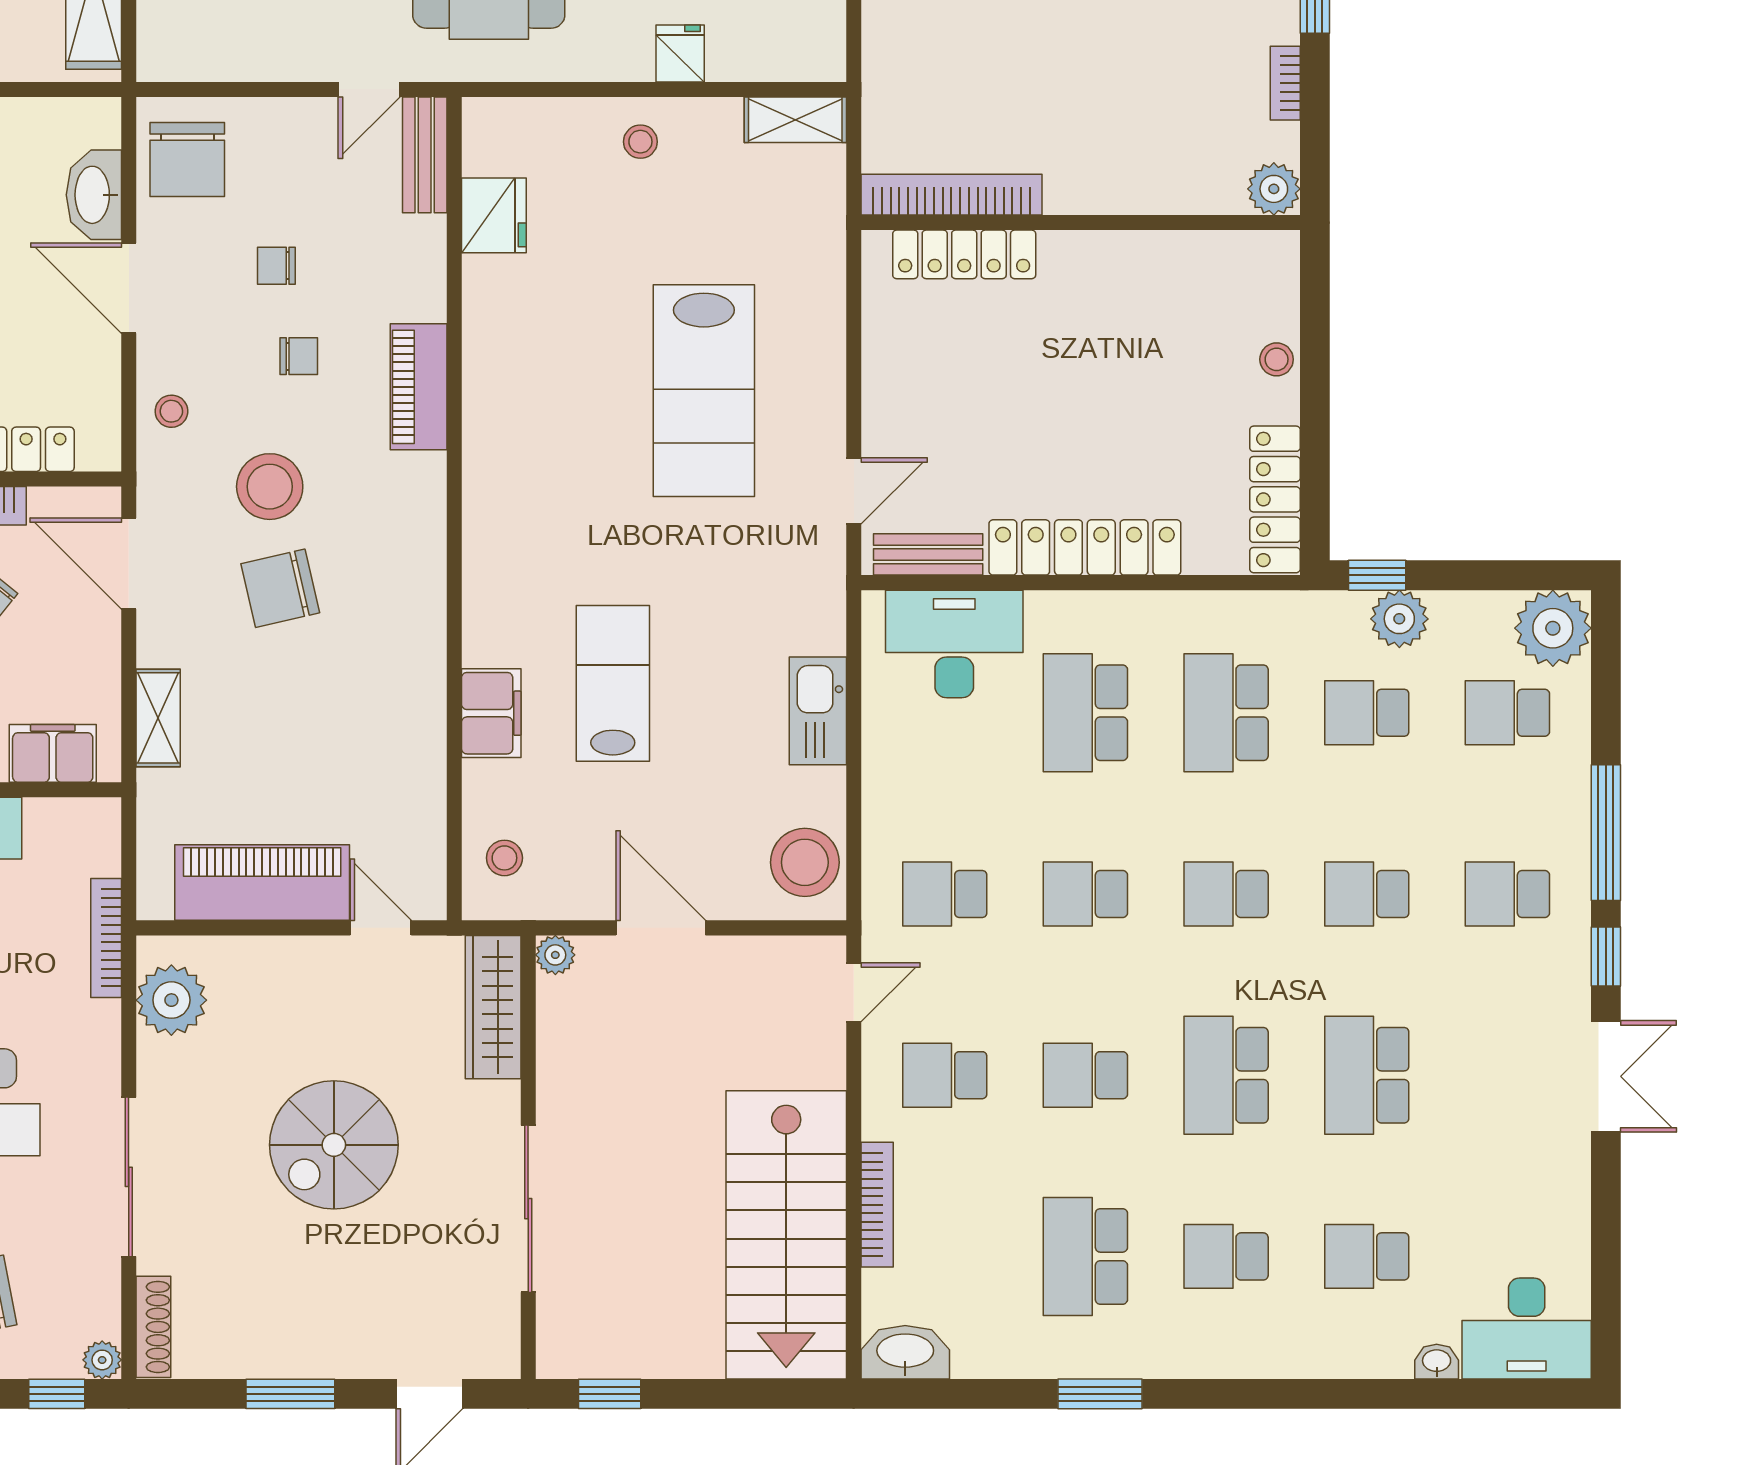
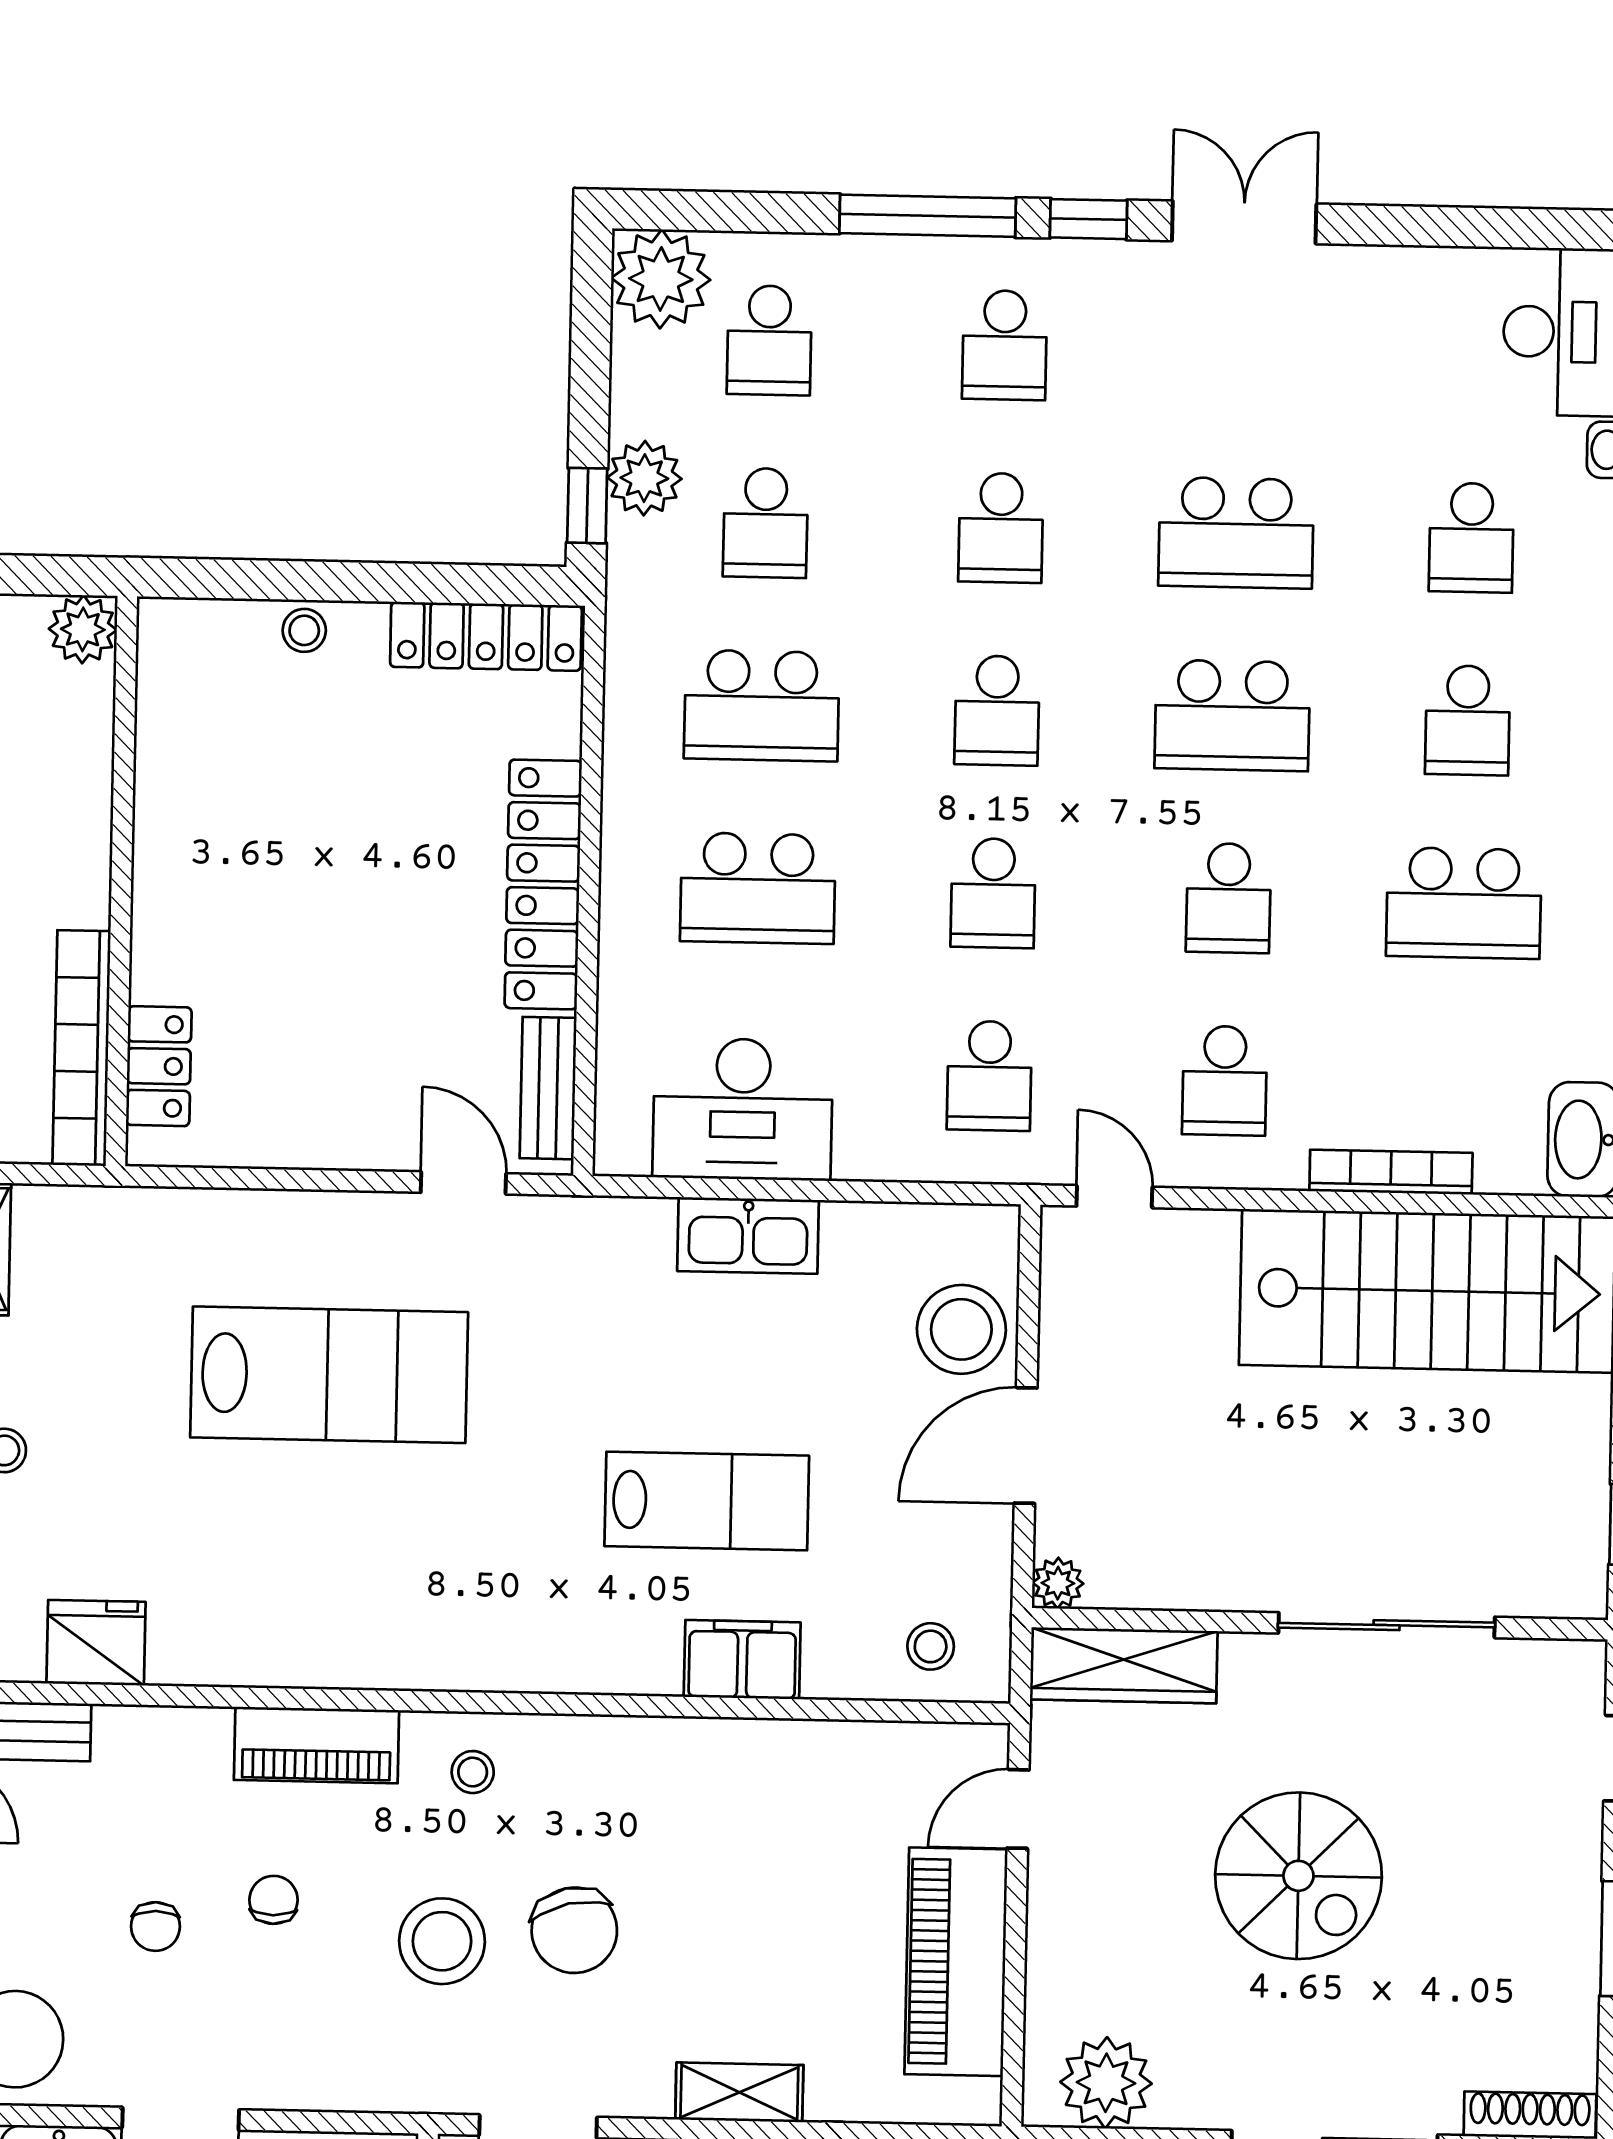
locker: (964, 254) -> (159, 1066), width x0.66
stool: (171, 411) -> (473, 1772), moved
desk: (954, 644) -> (743, 1109), moved, turned -90
lab bench: (613, 683) -> (707, 1501), turned 180
stool: (805, 862) -> (961, 1329), moved

